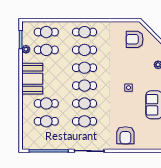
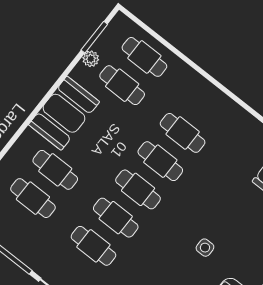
cafe table: (85, 32) -> (205, 105), removed

